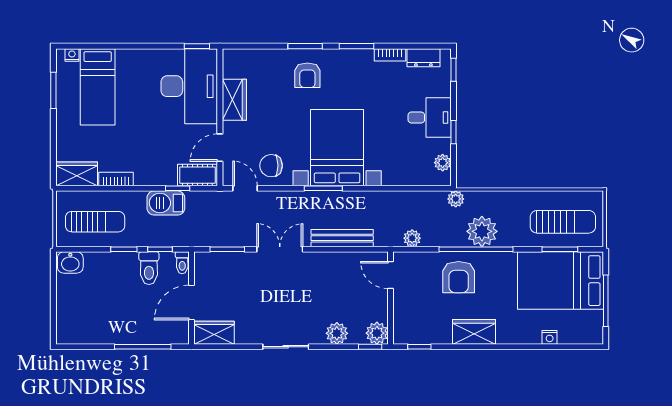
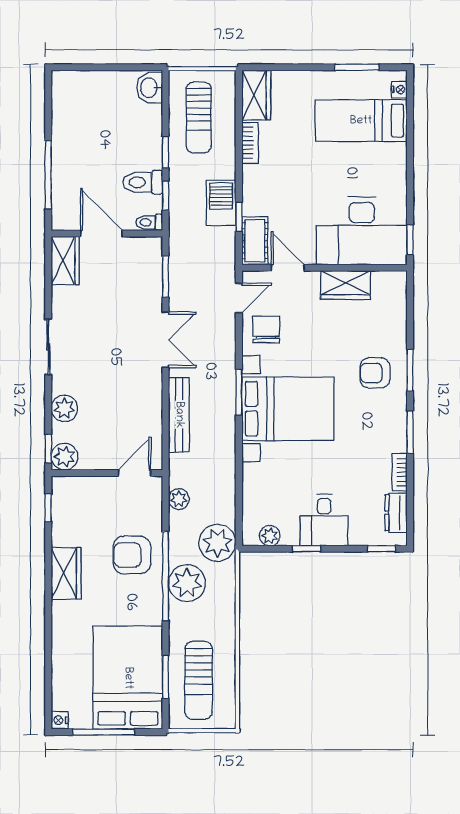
plant: (456, 199) -> (217, 543), width x1.87, depth x1.87
nightstand: (550, 337) -> (60, 720), moved

